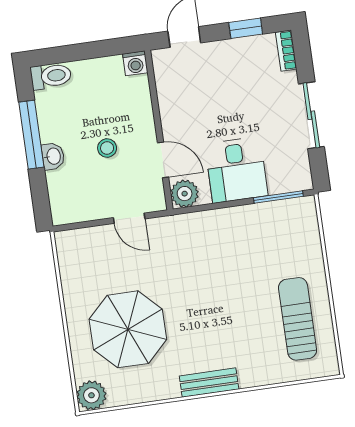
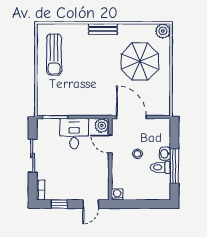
toilet: (51, 76) -> (160, 167), moved
door: (129, 218) -> (131, 117), width x1.88

